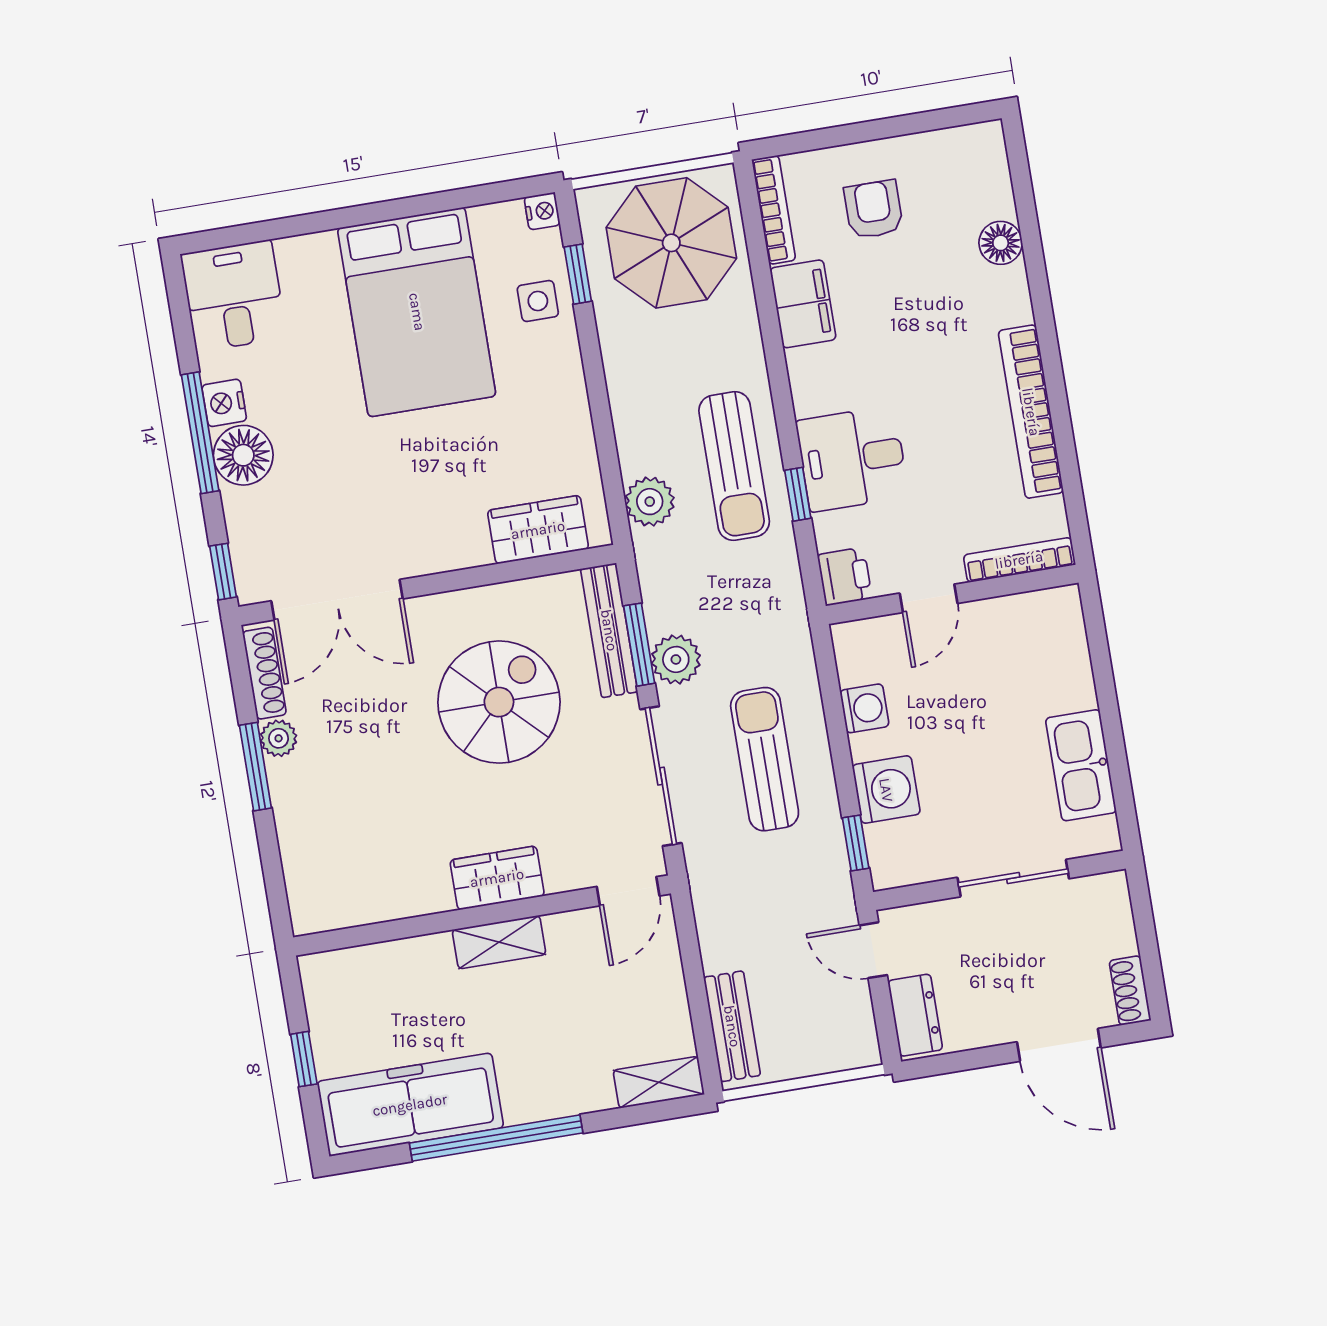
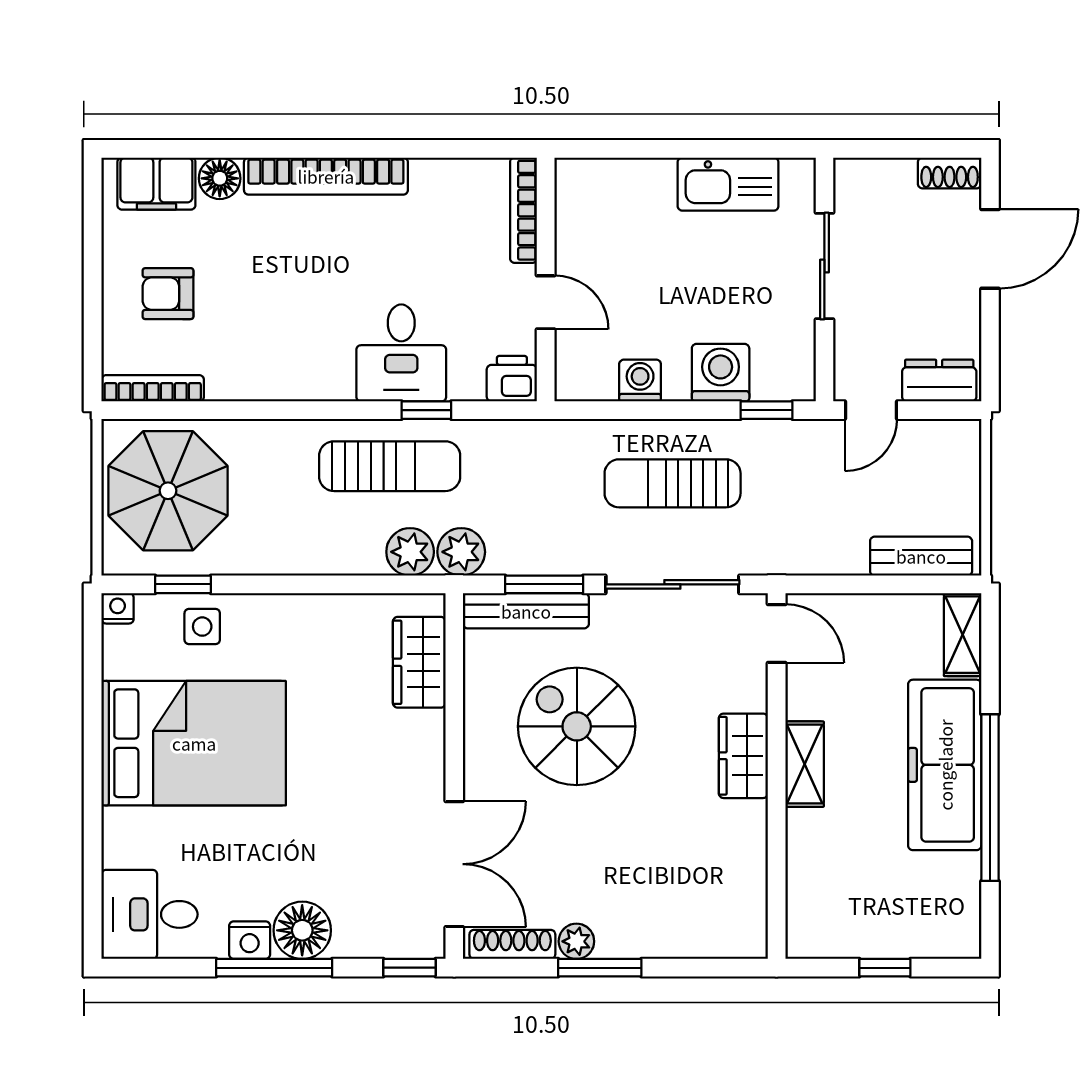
filing cabinet: (803, 304) -> (156, 184), moved, turned 180
bookcase: (1031, 412) -> (326, 176), moved
plant: (676, 659) -> (461, 552), moved
freezer: (410, 1105) -> (945, 765), moved

